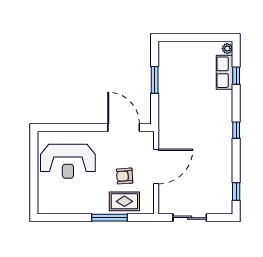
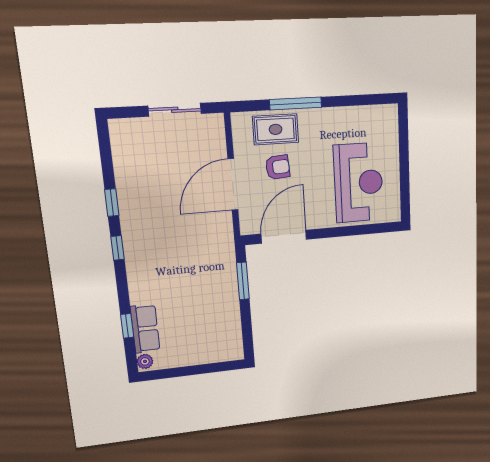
window: (155, 80) -> (243, 281), moved
door: (124, 128) -> (284, 237), swing flipped
reception desk: (68, 161) -> (359, 183), turned 90
window: (236, 191) -> (112, 203), moved

